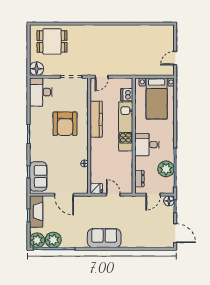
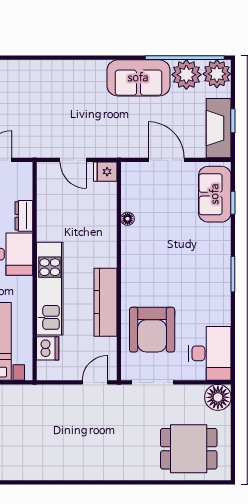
armchair: (65, 124) -> (152, 330), moved, turned 180
dresser: (139, 179) -> (24, 216), moved
sofa: (104, 238) -> (138, 78), moved

